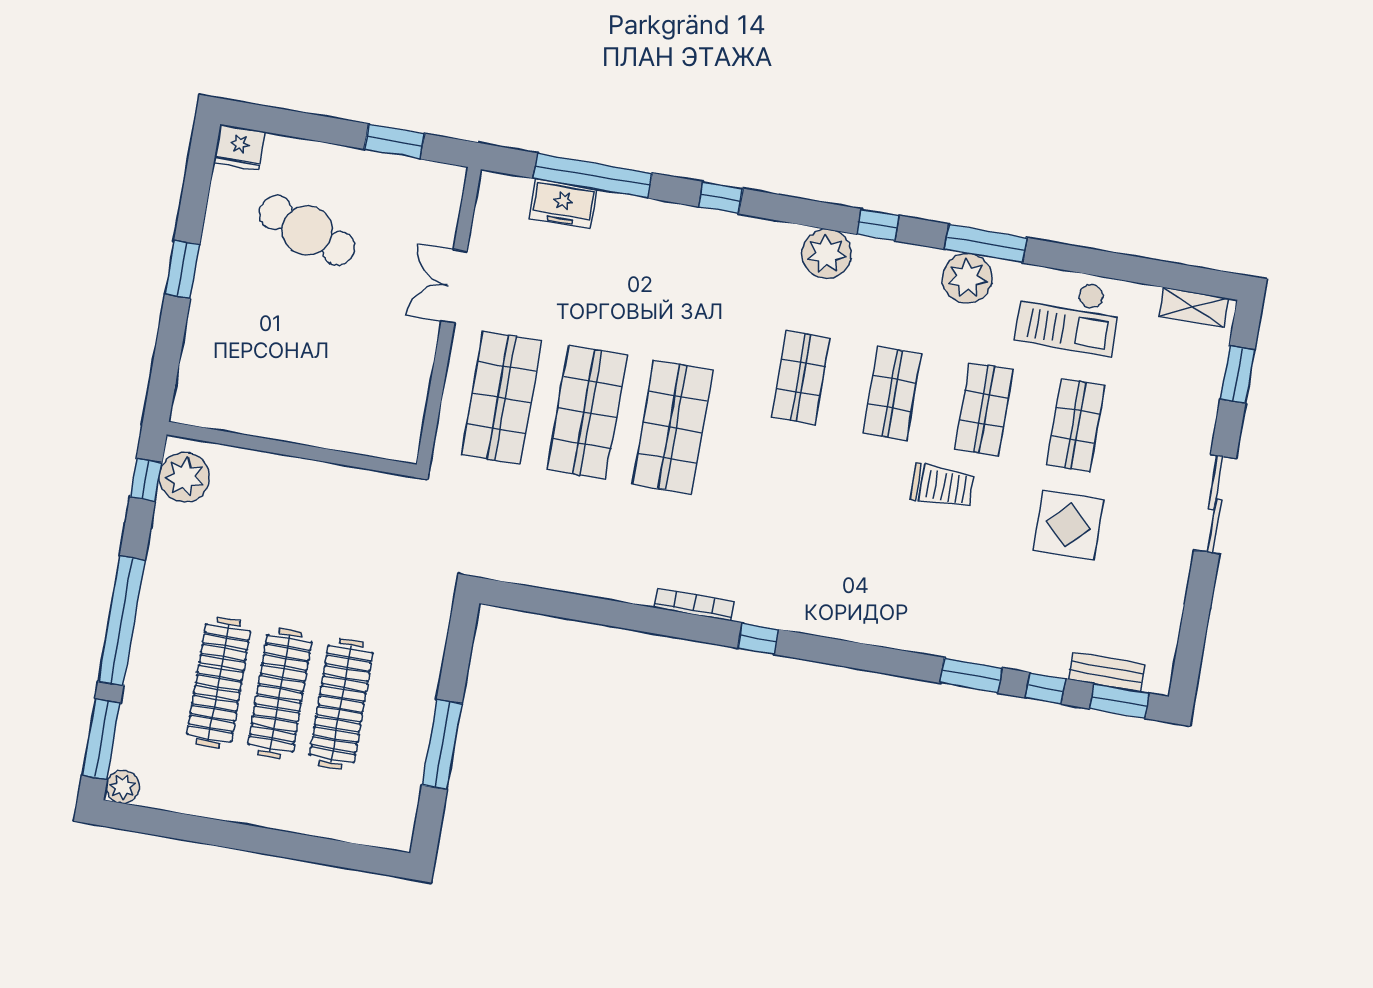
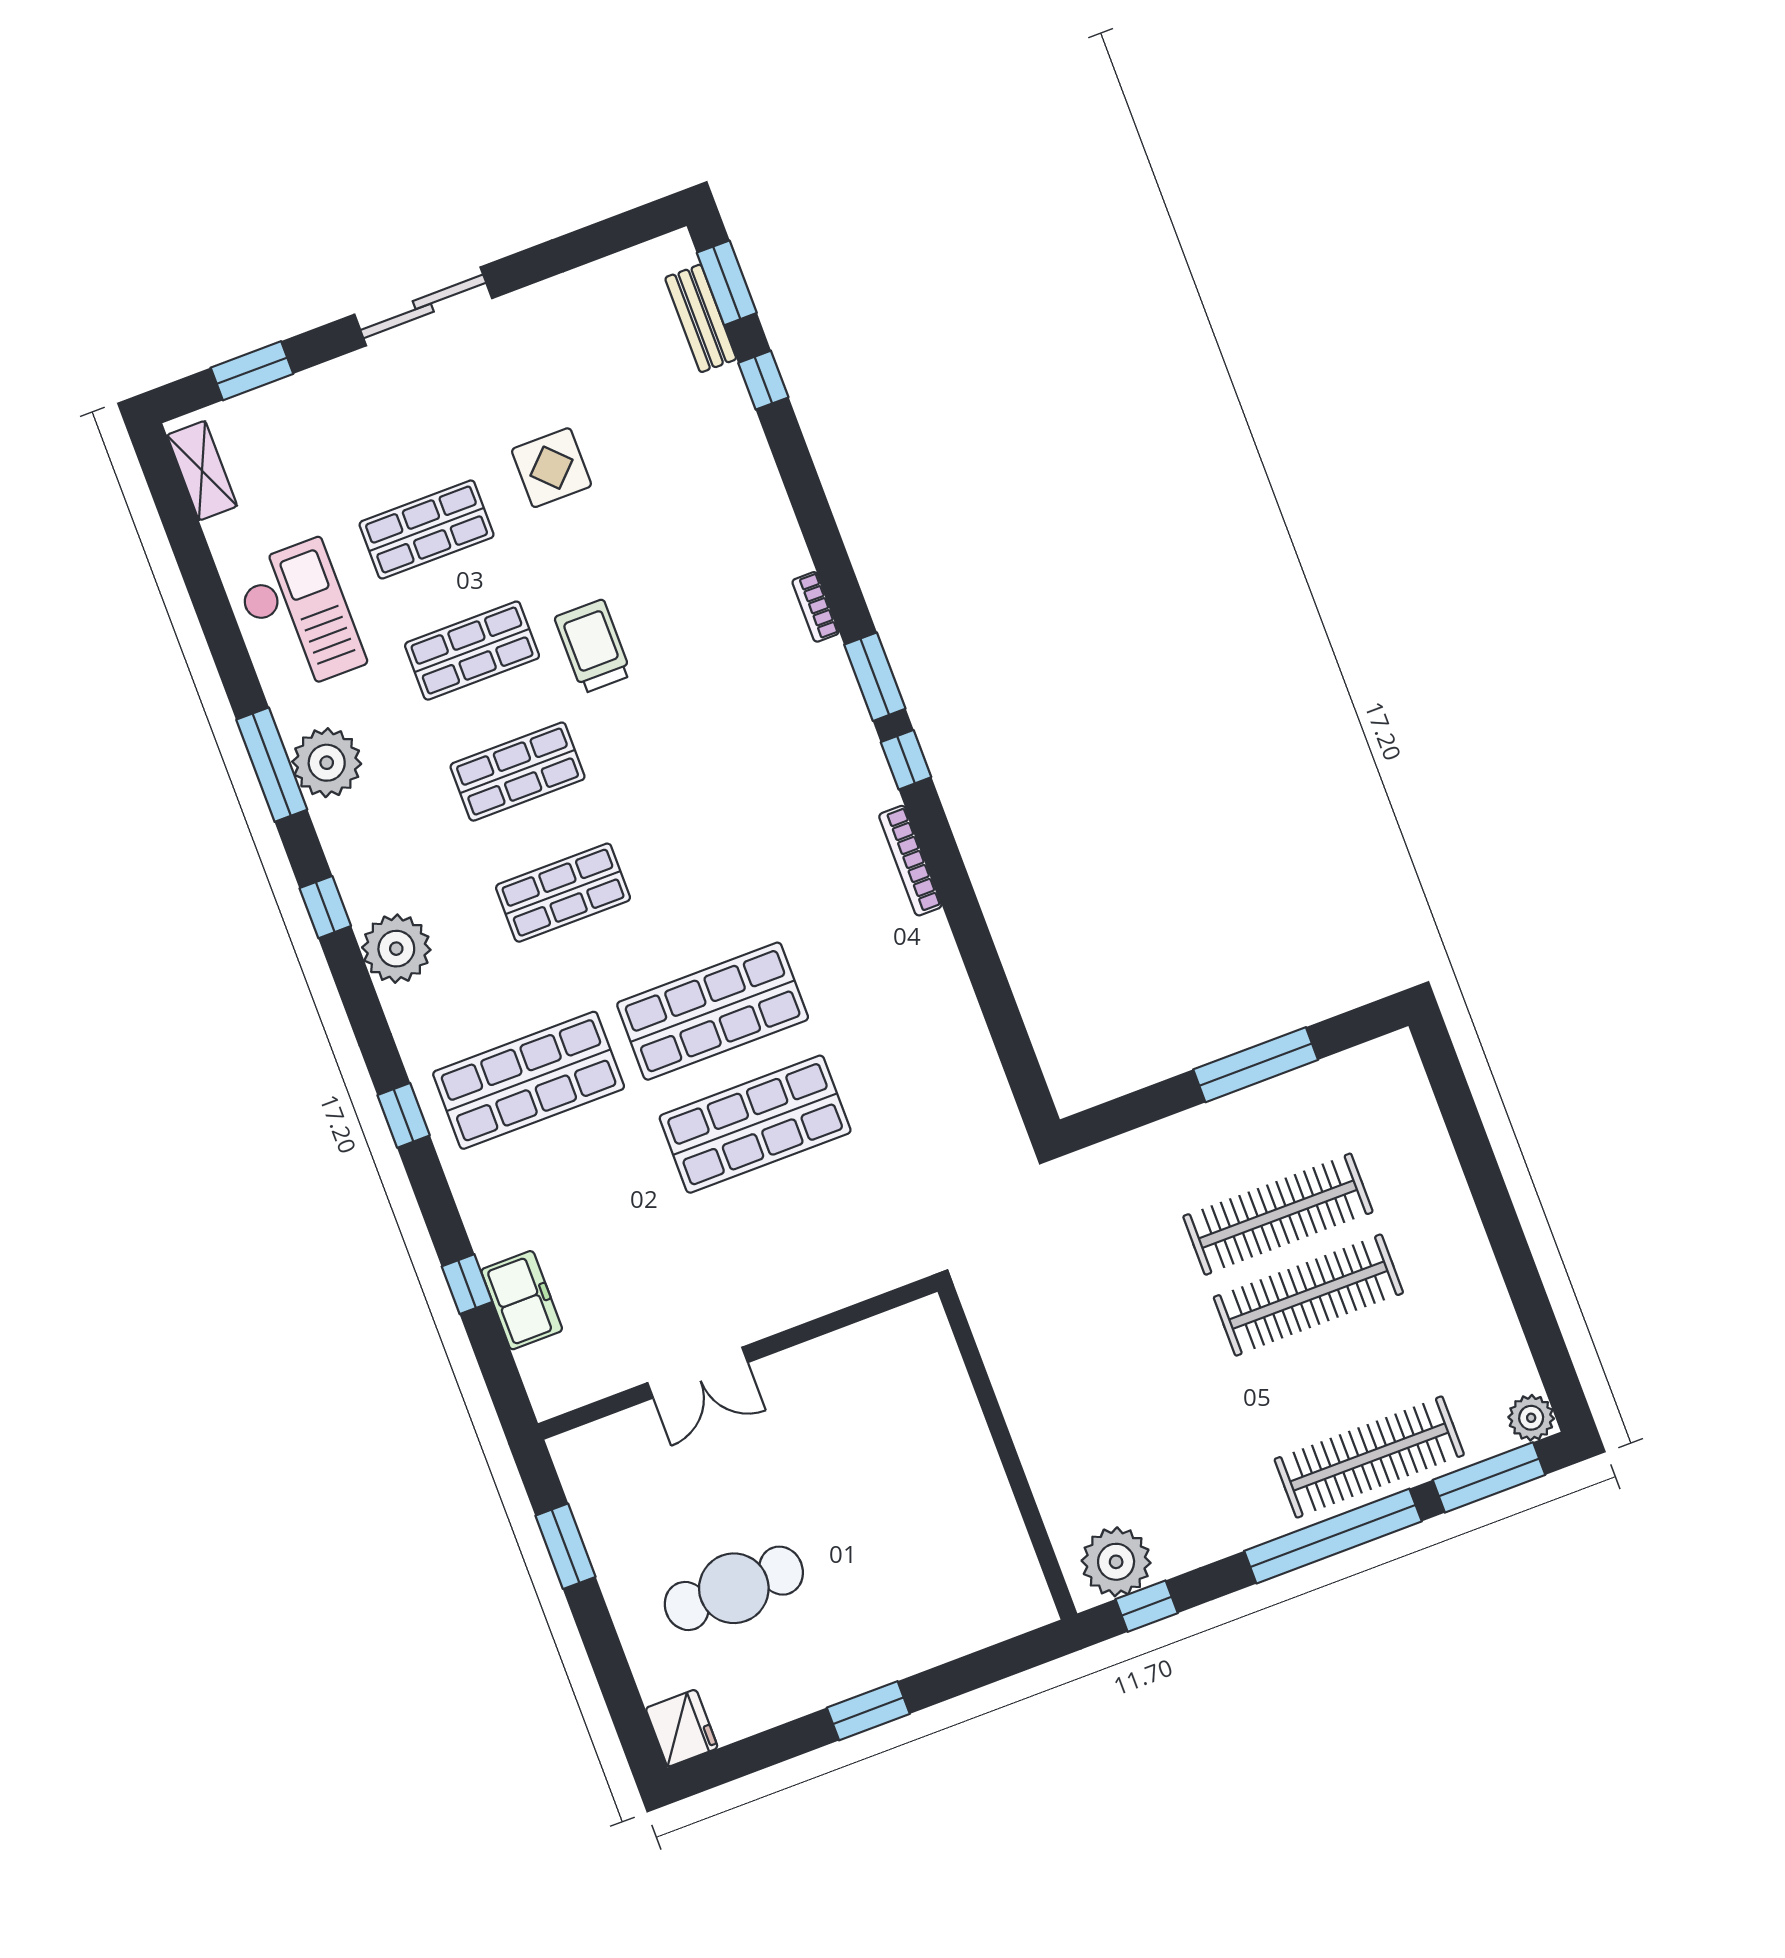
window: (593, 176) -> (467, 1284), width x0.32
cafe table: (307, 230) -> (734, 1588), turned 70
shop shelf: (502, 398) -> (529, 1080), moved
display table: (1068, 525) -> (552, 468), width x0.73, depth x0.73
bookcase: (886, 638) -> (816, 607), added
window: (971, 675) -> (875, 677), moved
clothes rail: (219, 683) -> (1369, 1457), moved

